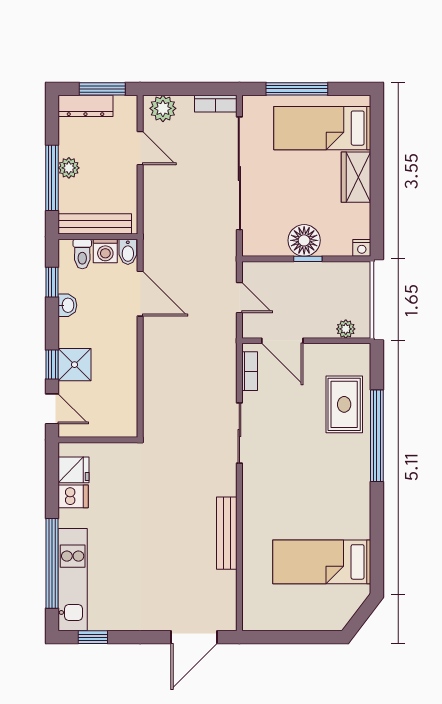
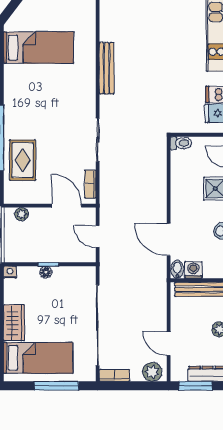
floor lamp: (304, 240) -> (46, 272), width x0.53, depth x0.53
toilet: (82, 254) -> (181, 143), moved, turned 90

